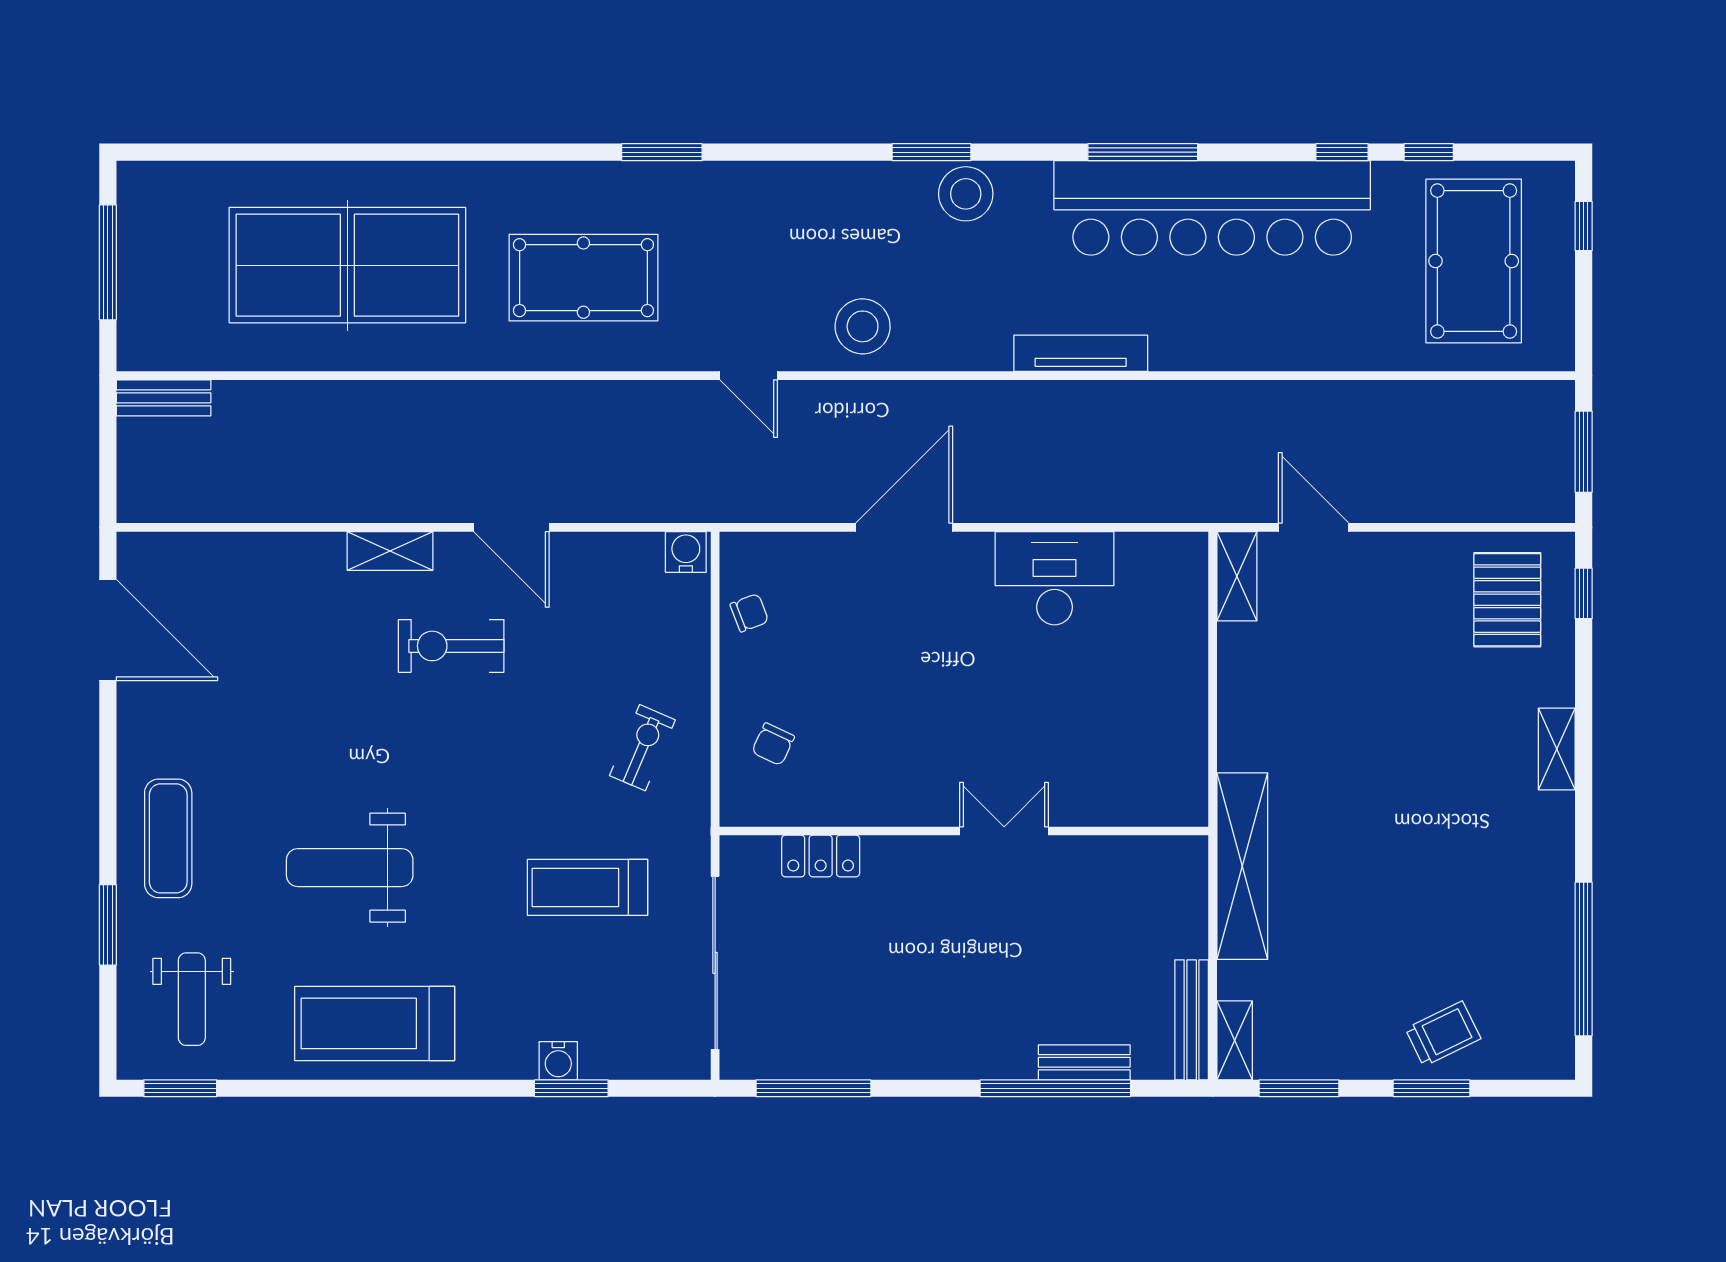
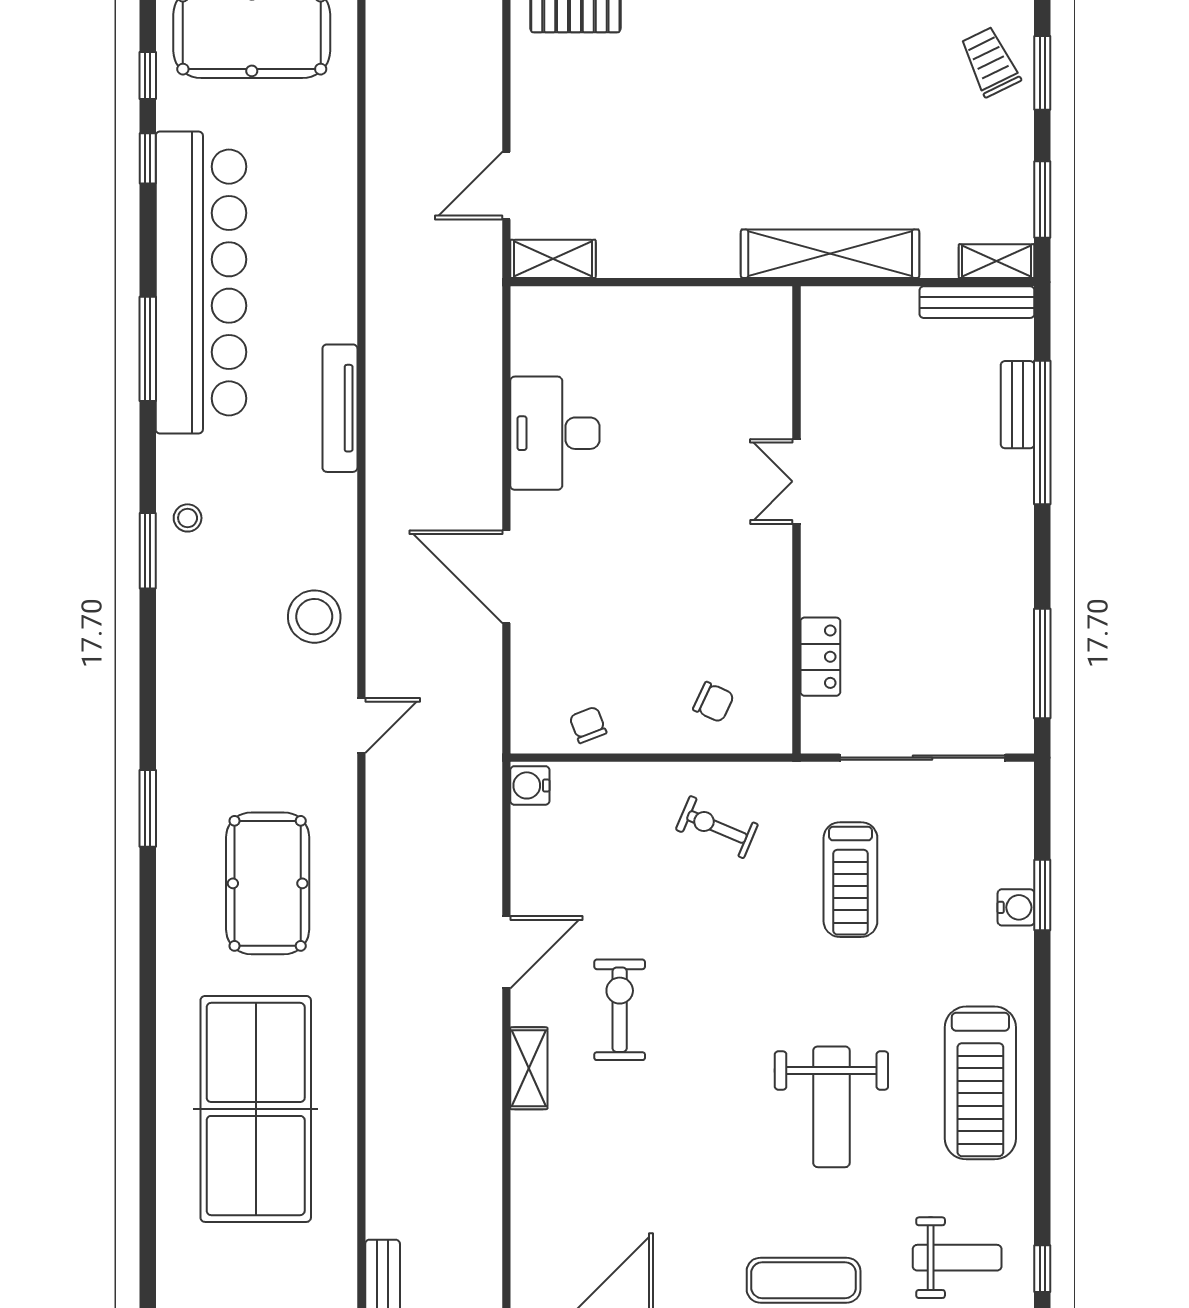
stool: (966, 194) -> (188, 518), width x0.53, depth x0.53
exercise bike: (451, 646) -> (620, 1010), turned 180
window: (180, 1088) -> (1042, 1269), width x0.67

